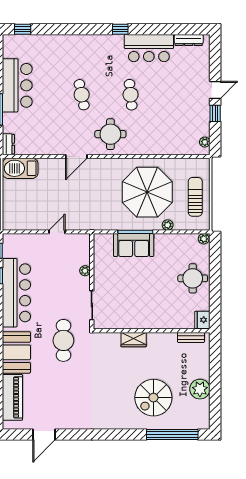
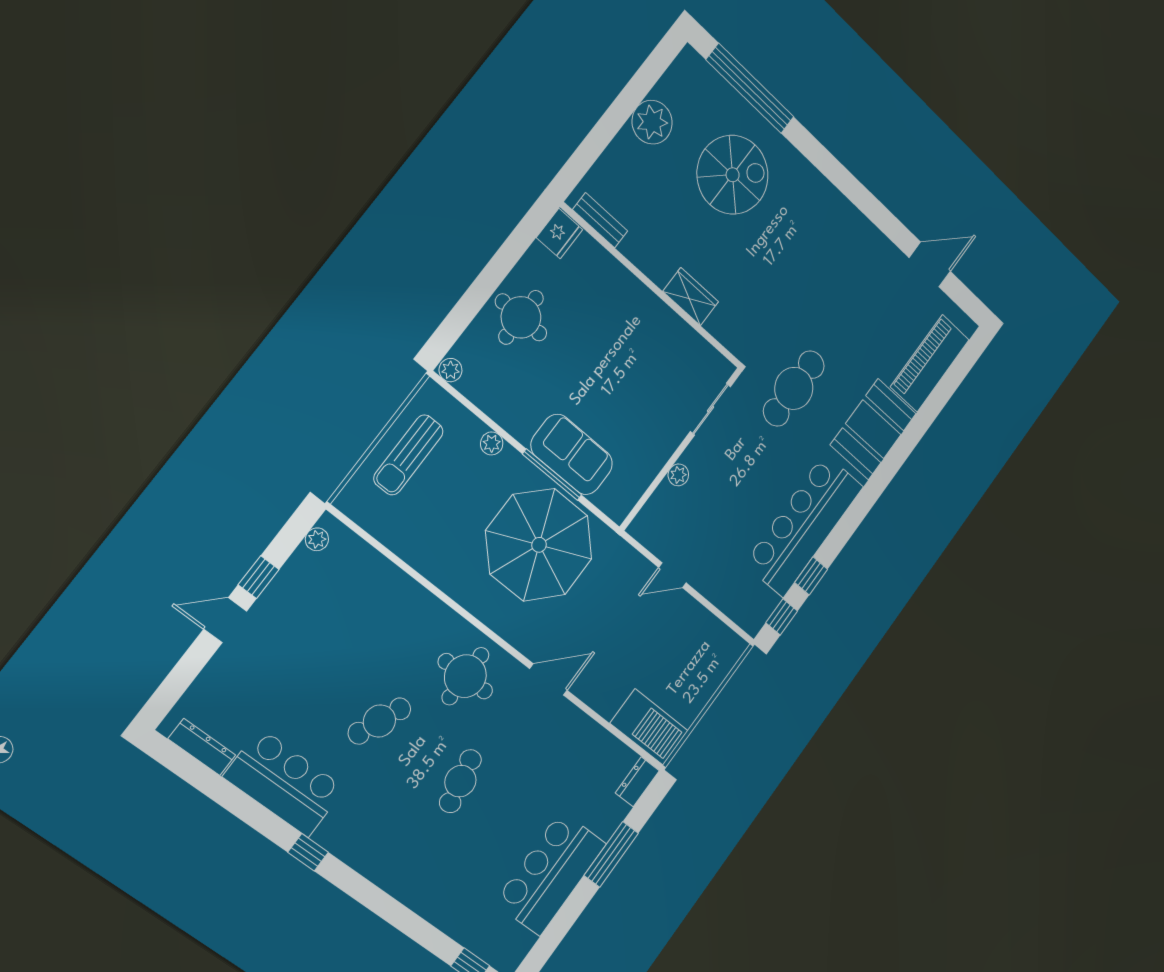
cafe table: (131, 95) -> (379, 721), turned 30
parasol: (147, 192) -> (539, 545), moved

